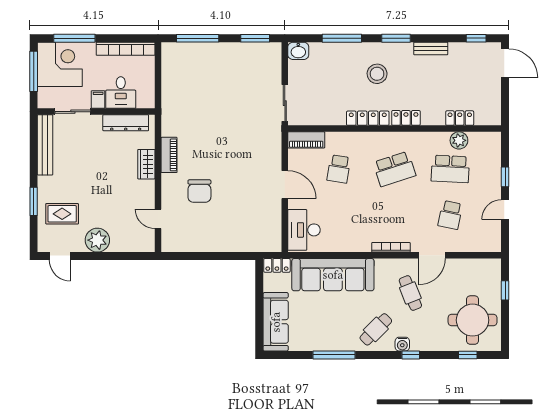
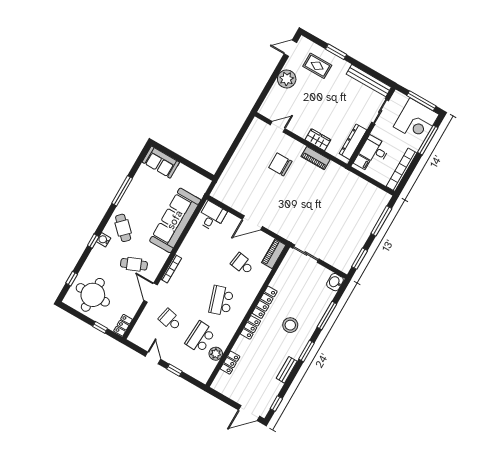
filing cabinet: (98, 100) -> (361, 162), moved
rug: (62, 214) -> (317, 66), turned 90
desk: (304, 230) -> (212, 216), width x0.73
locker: (277, 265) -> (123, 325), moved
sofa: (276, 322) -> (161, 162), width x0.73

